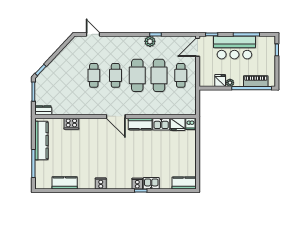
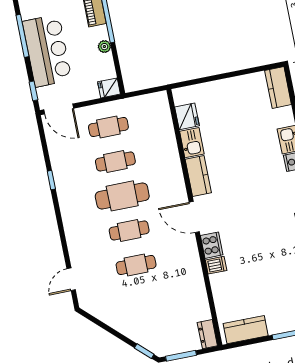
plant: (150, 41) -> (64, 187), removed
cafe table: (159, 75) -> (115, 161), width x0.73, depth x0.74
fridge: (220, 80) -> (109, 88), moved
door: (116, 116) -> (194, 217), swing flipped
cooker: (71, 124) -> (212, 245), moved
dishwasher: (190, 124) -> (216, 265), moved
kitchen counter: (41, 140) -> (246, 330), width x0.67

